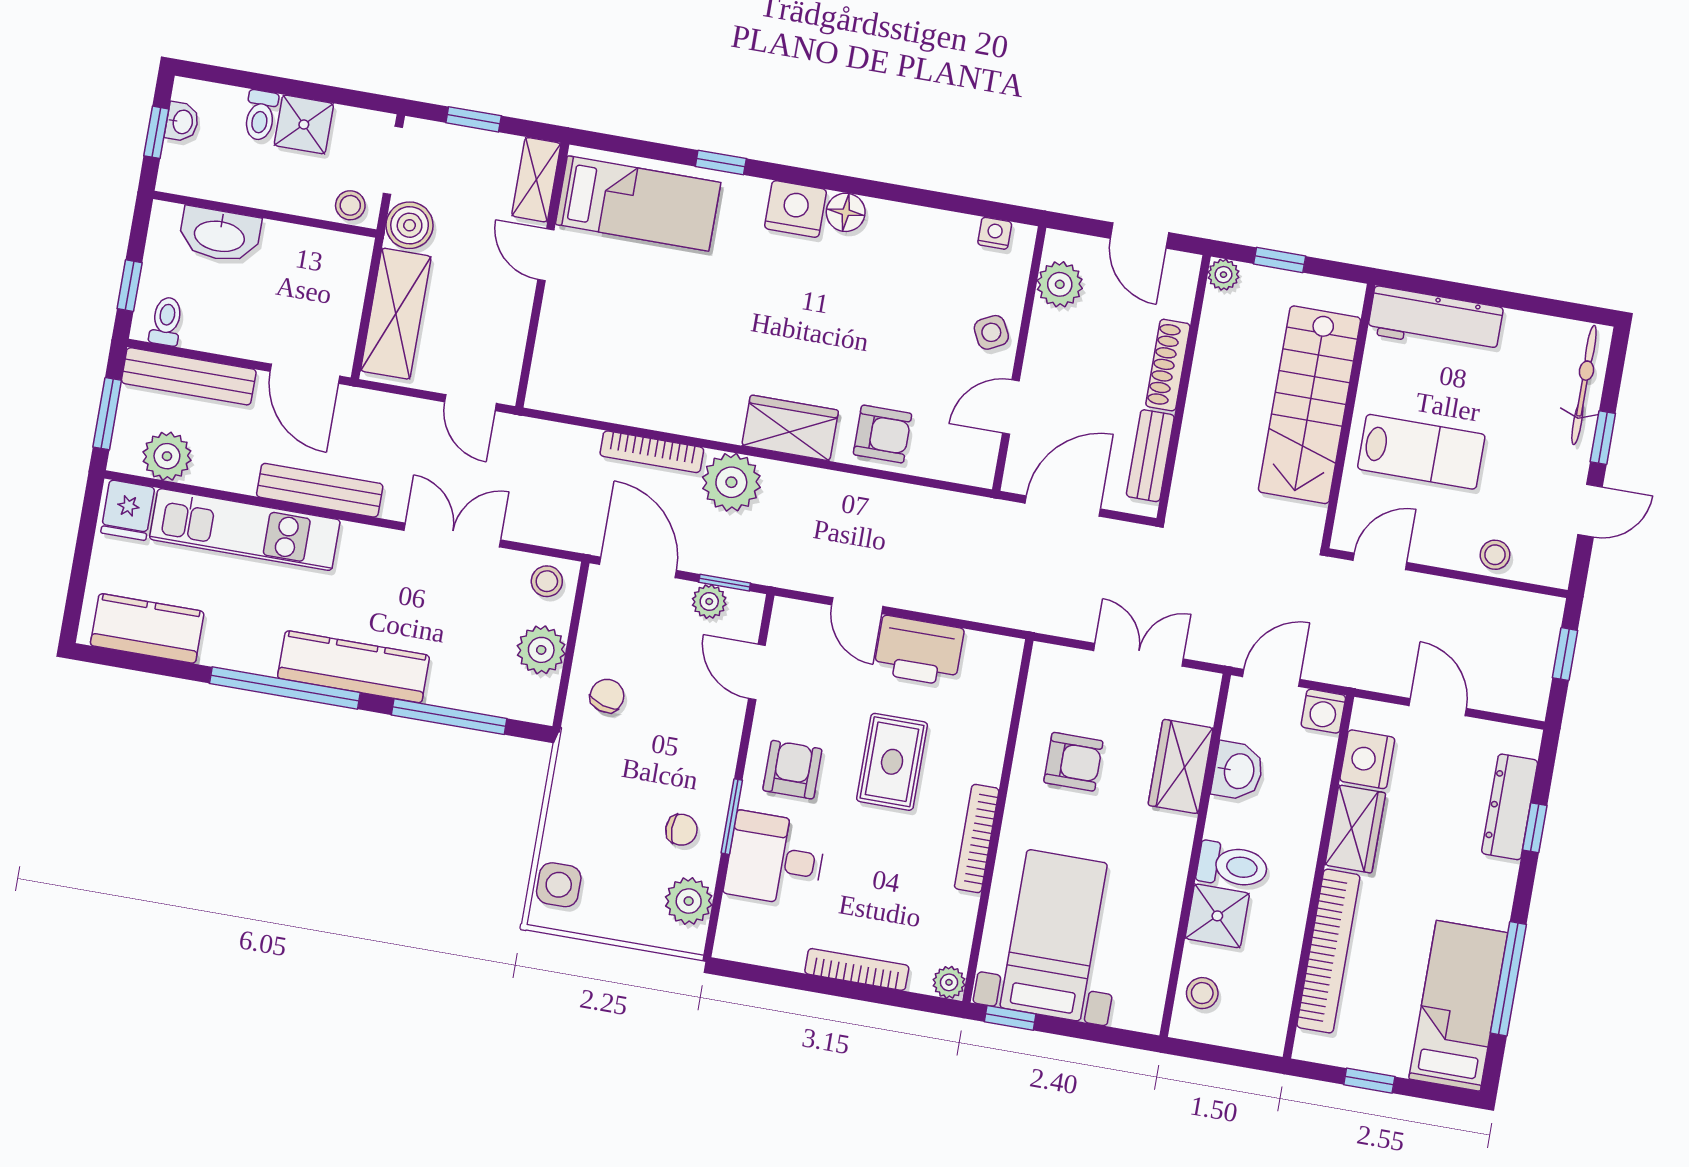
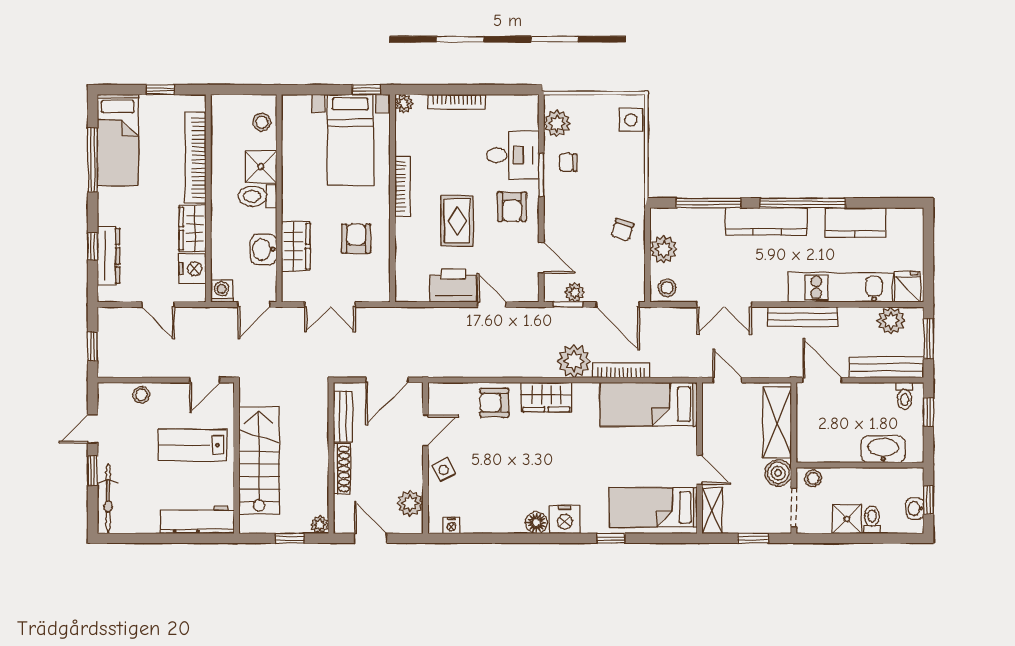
bed: (615, 384) -> (648, 404), added
kitchen counter: (147, 628) -> (855, 223), moved
armchair: (1073, 762) -> (356, 239), turned 90

